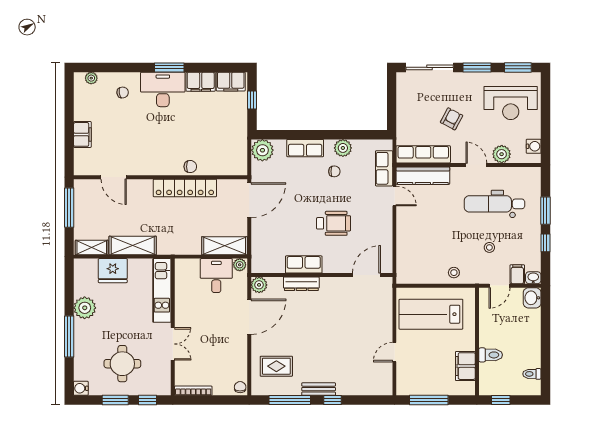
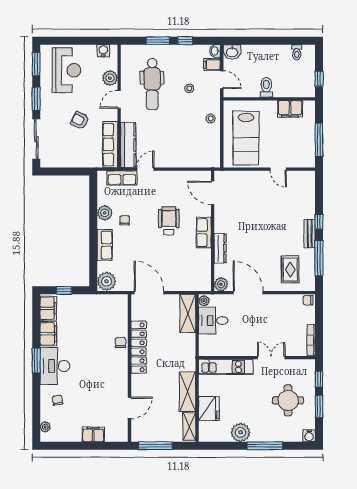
row of seats: (304, 264) -> (204, 233), moved
toilet: (491, 355) -> (266, 87), moved

